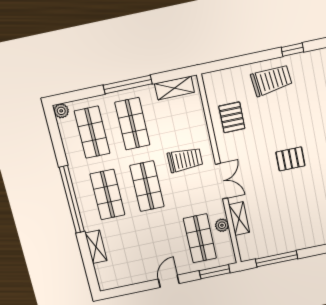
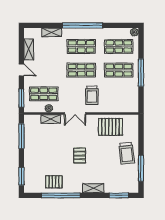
window: (293, 50) -> (141, 168), width x2.17
shelving: (174, 88) -> (29, 49), moved
pallet: (232, 117) -> (110, 127), width x1.50, depth x1.42

